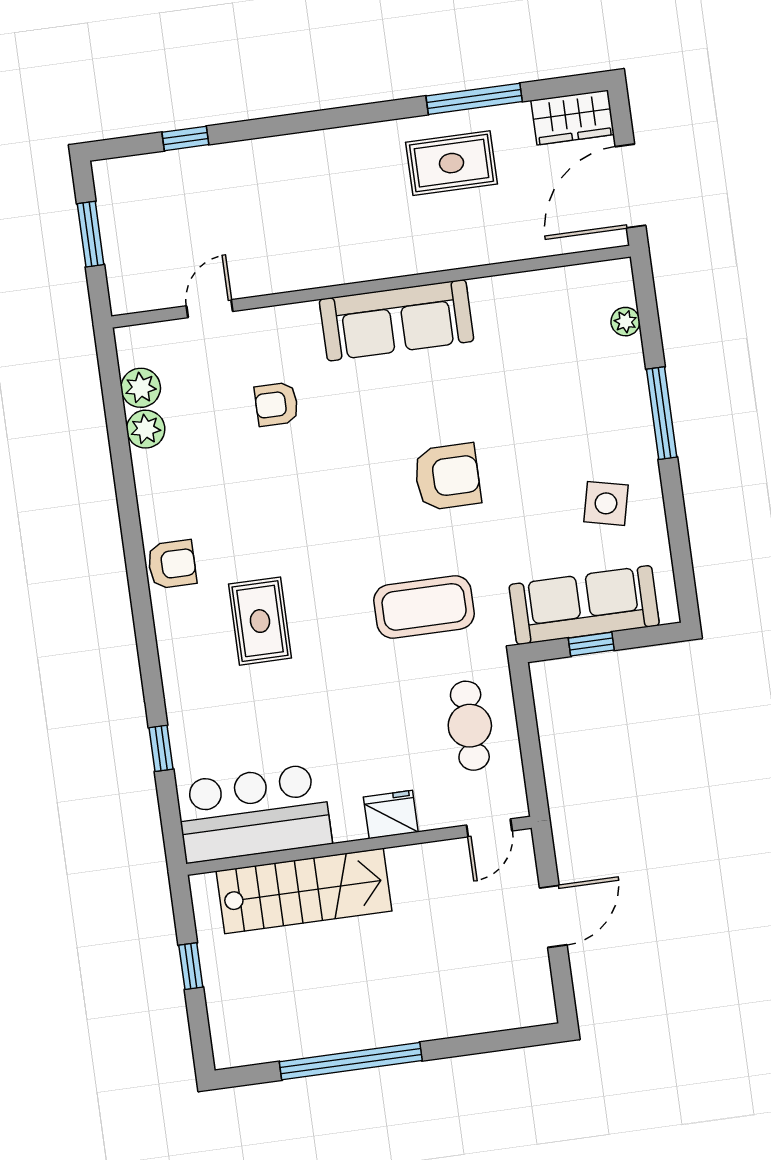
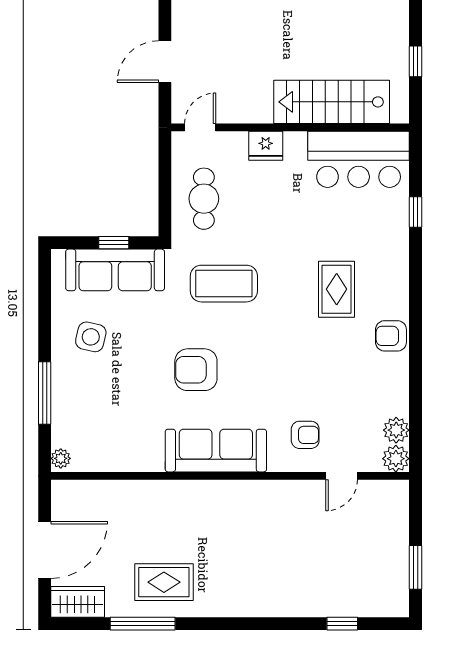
wall: (371, 287) -> (230, 476), moved
door: (210, 309) -> (342, 476), moved
sofa: (397, 320) -> (216, 451), moved

